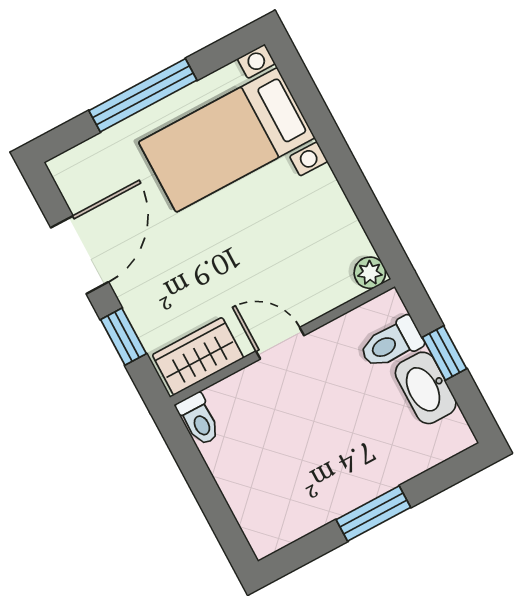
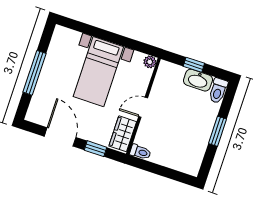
bed with nightstands: (227, 140) -> (98, 72), moved
toilet: (391, 343) -> (218, 91), moved

